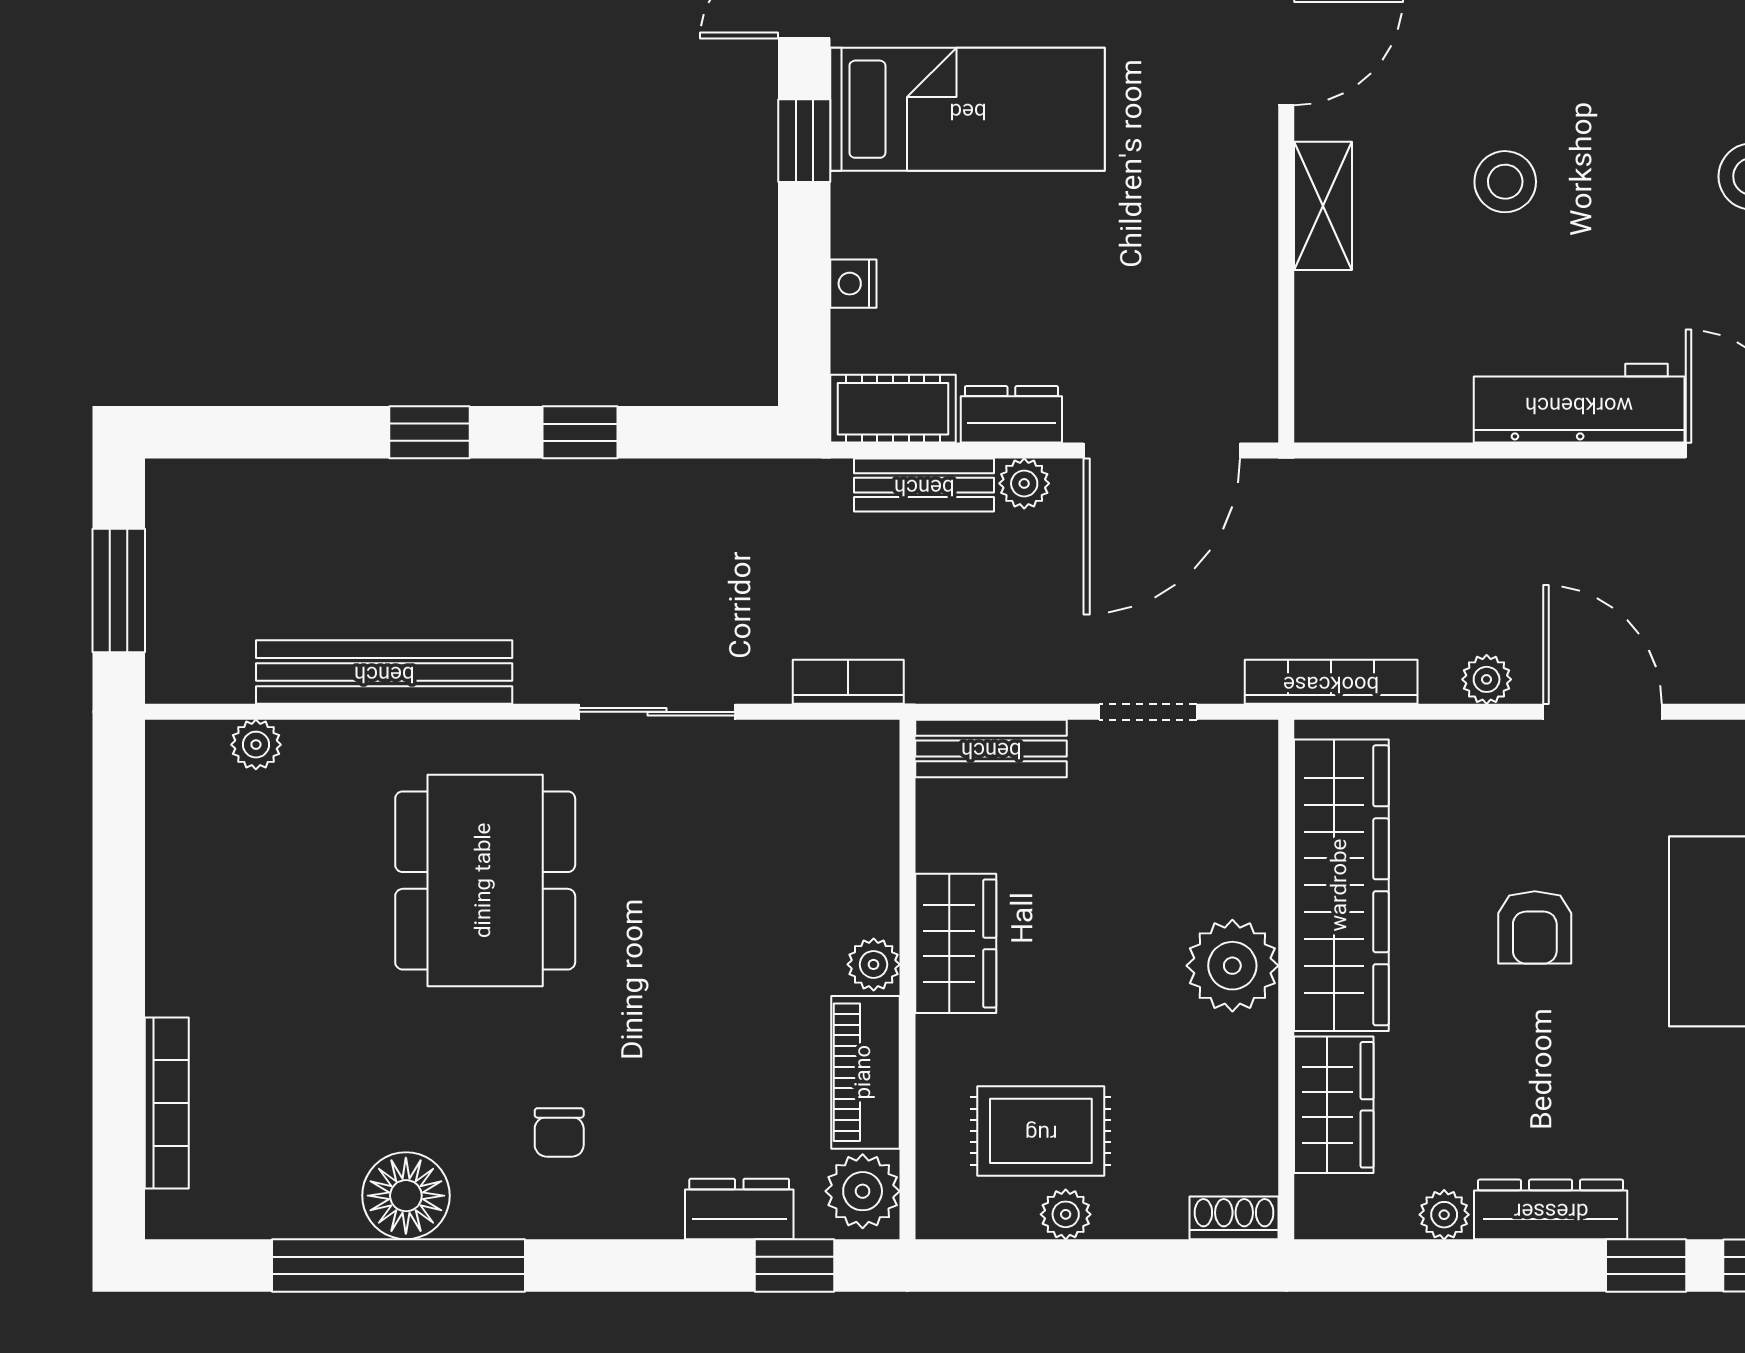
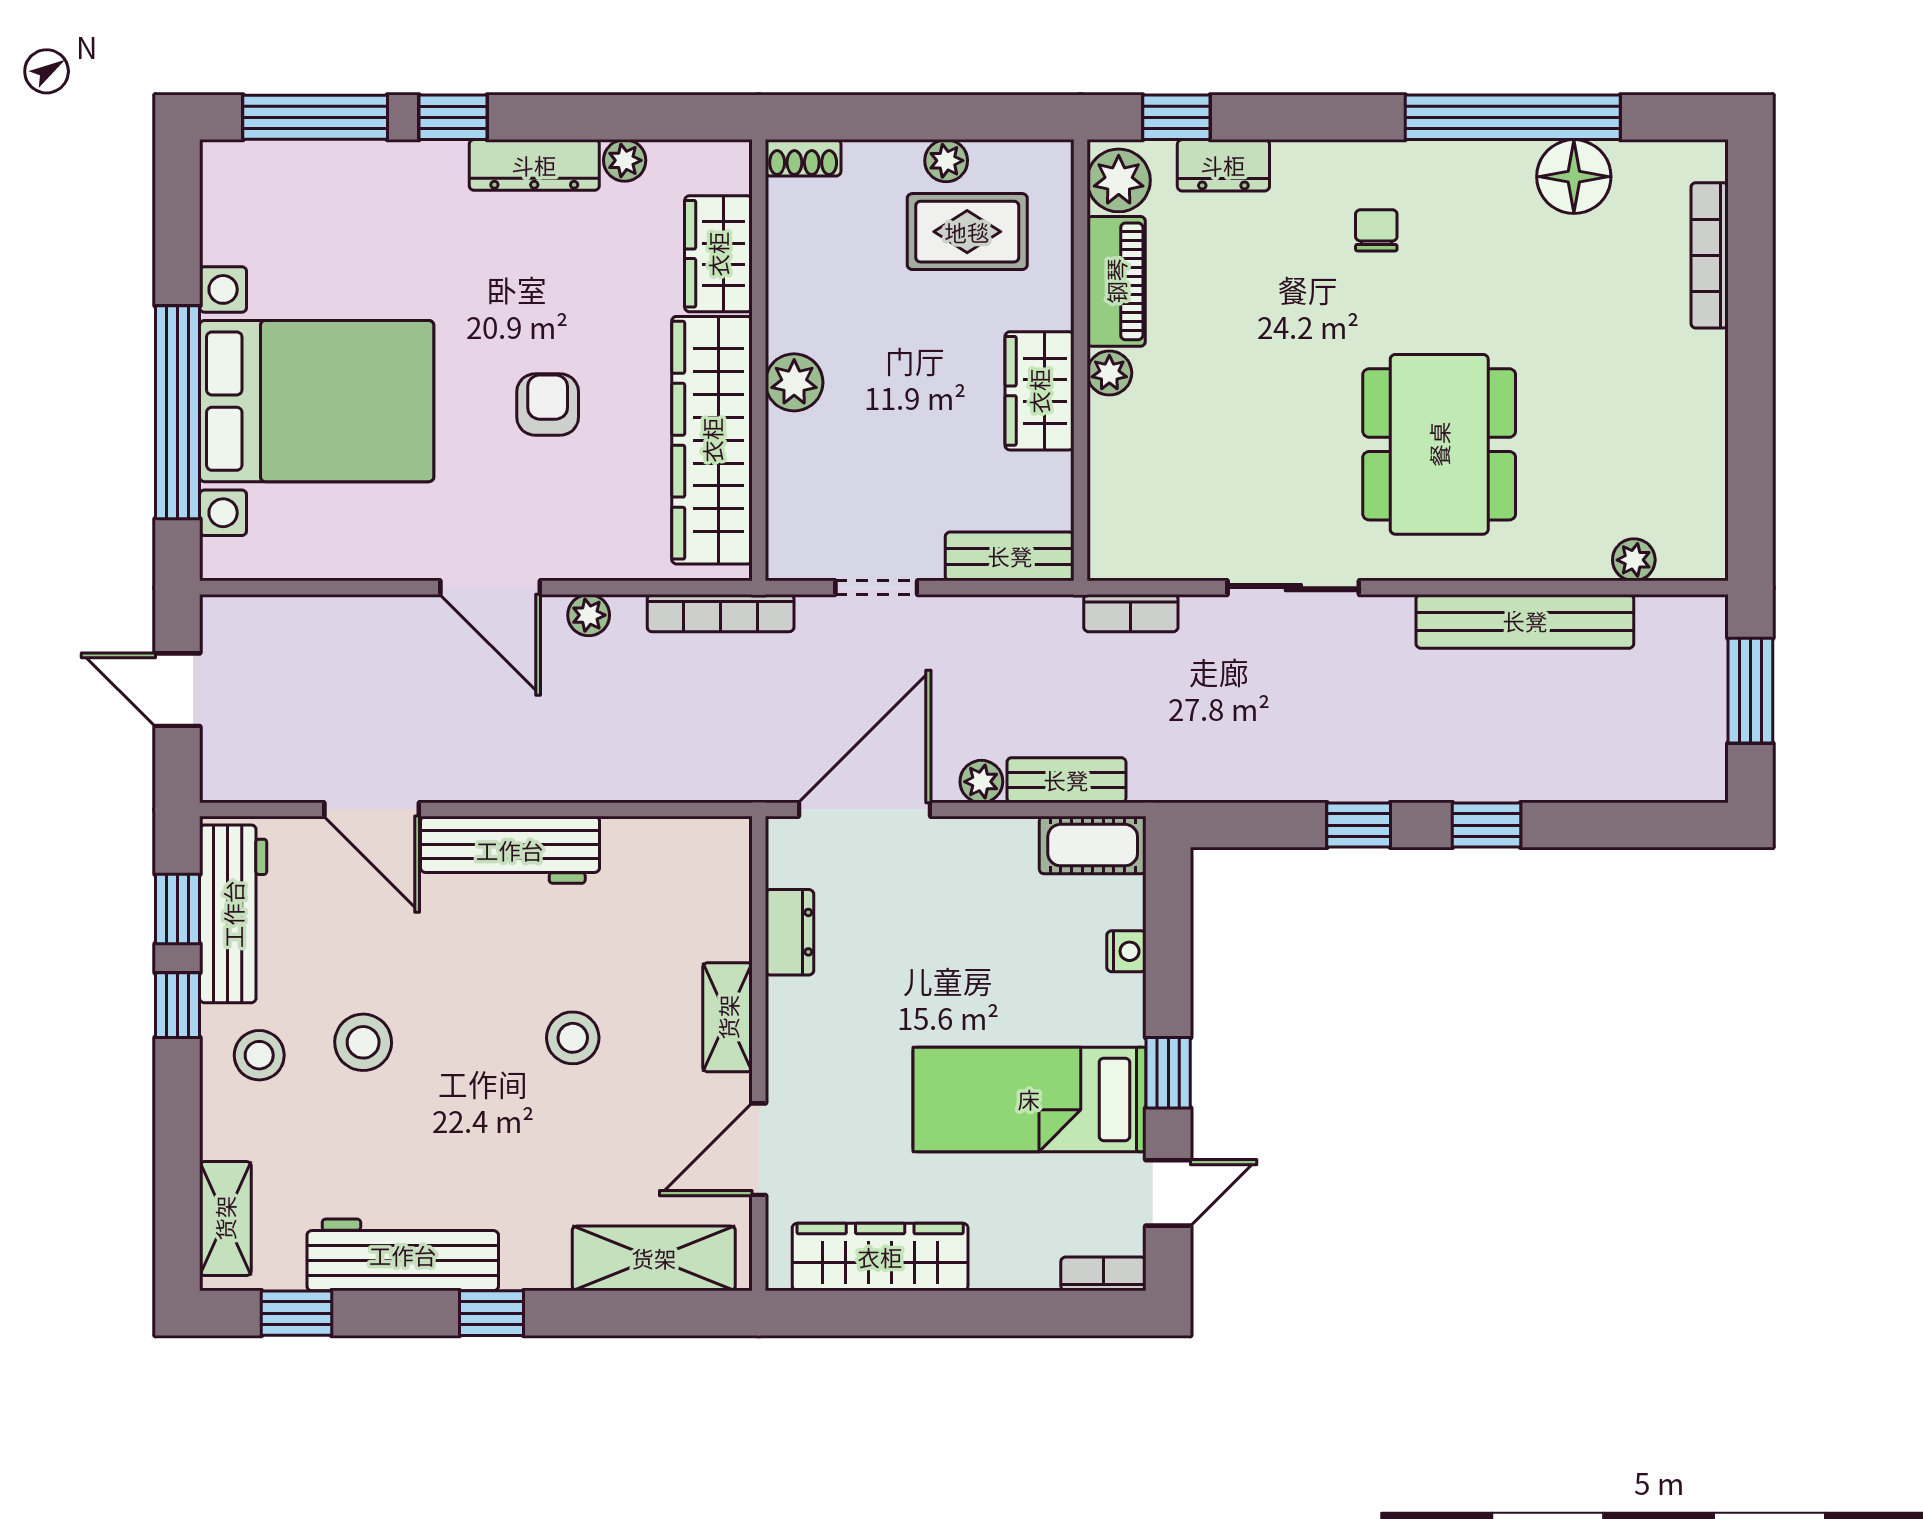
dresser: (1011, 414) -> (790, 932), moved, turned -90
plant: (1232, 966) -> (794, 382), width x0.73, depth x0.73
floor lamp: (406, 1196) -> (1574, 177), moved

